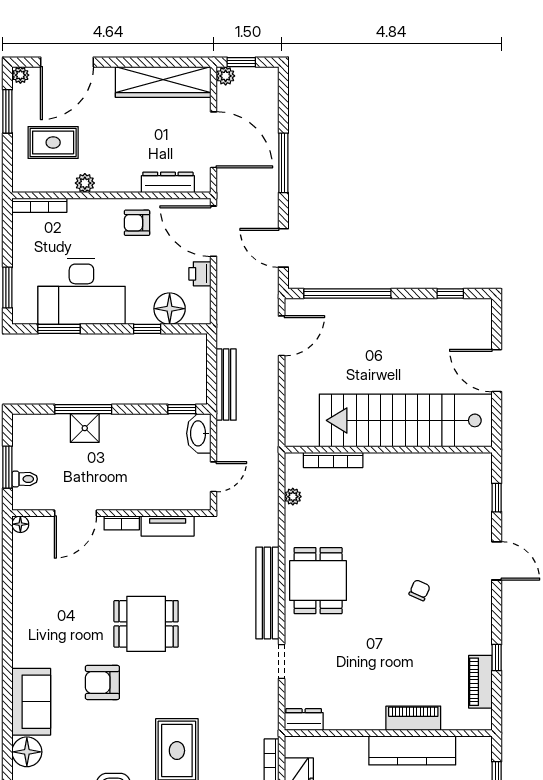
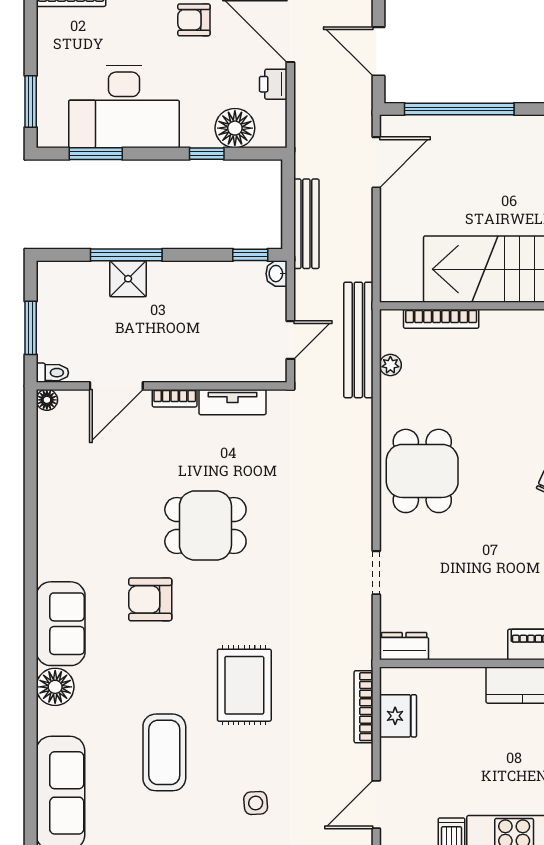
washbasin: (199, 433) -> (276, 274), width x0.52, depth x0.69
toilet: (25, 479) -> (52, 373), moved
bench: (267, 593) -> (358, 340), moved

